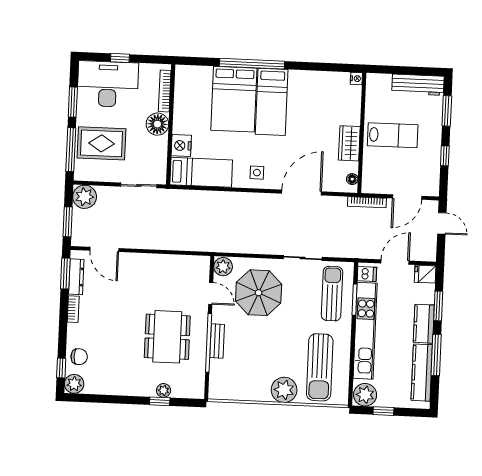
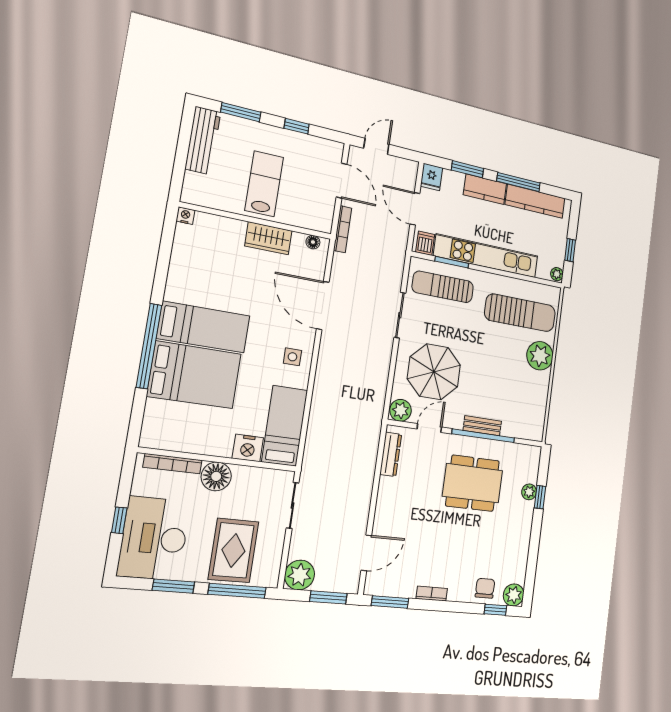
dresser: (76, 277) -> (391, 454), moved, turned 90
plant: (365, 395) -> (557, 274), width x0.53, depth x0.53

